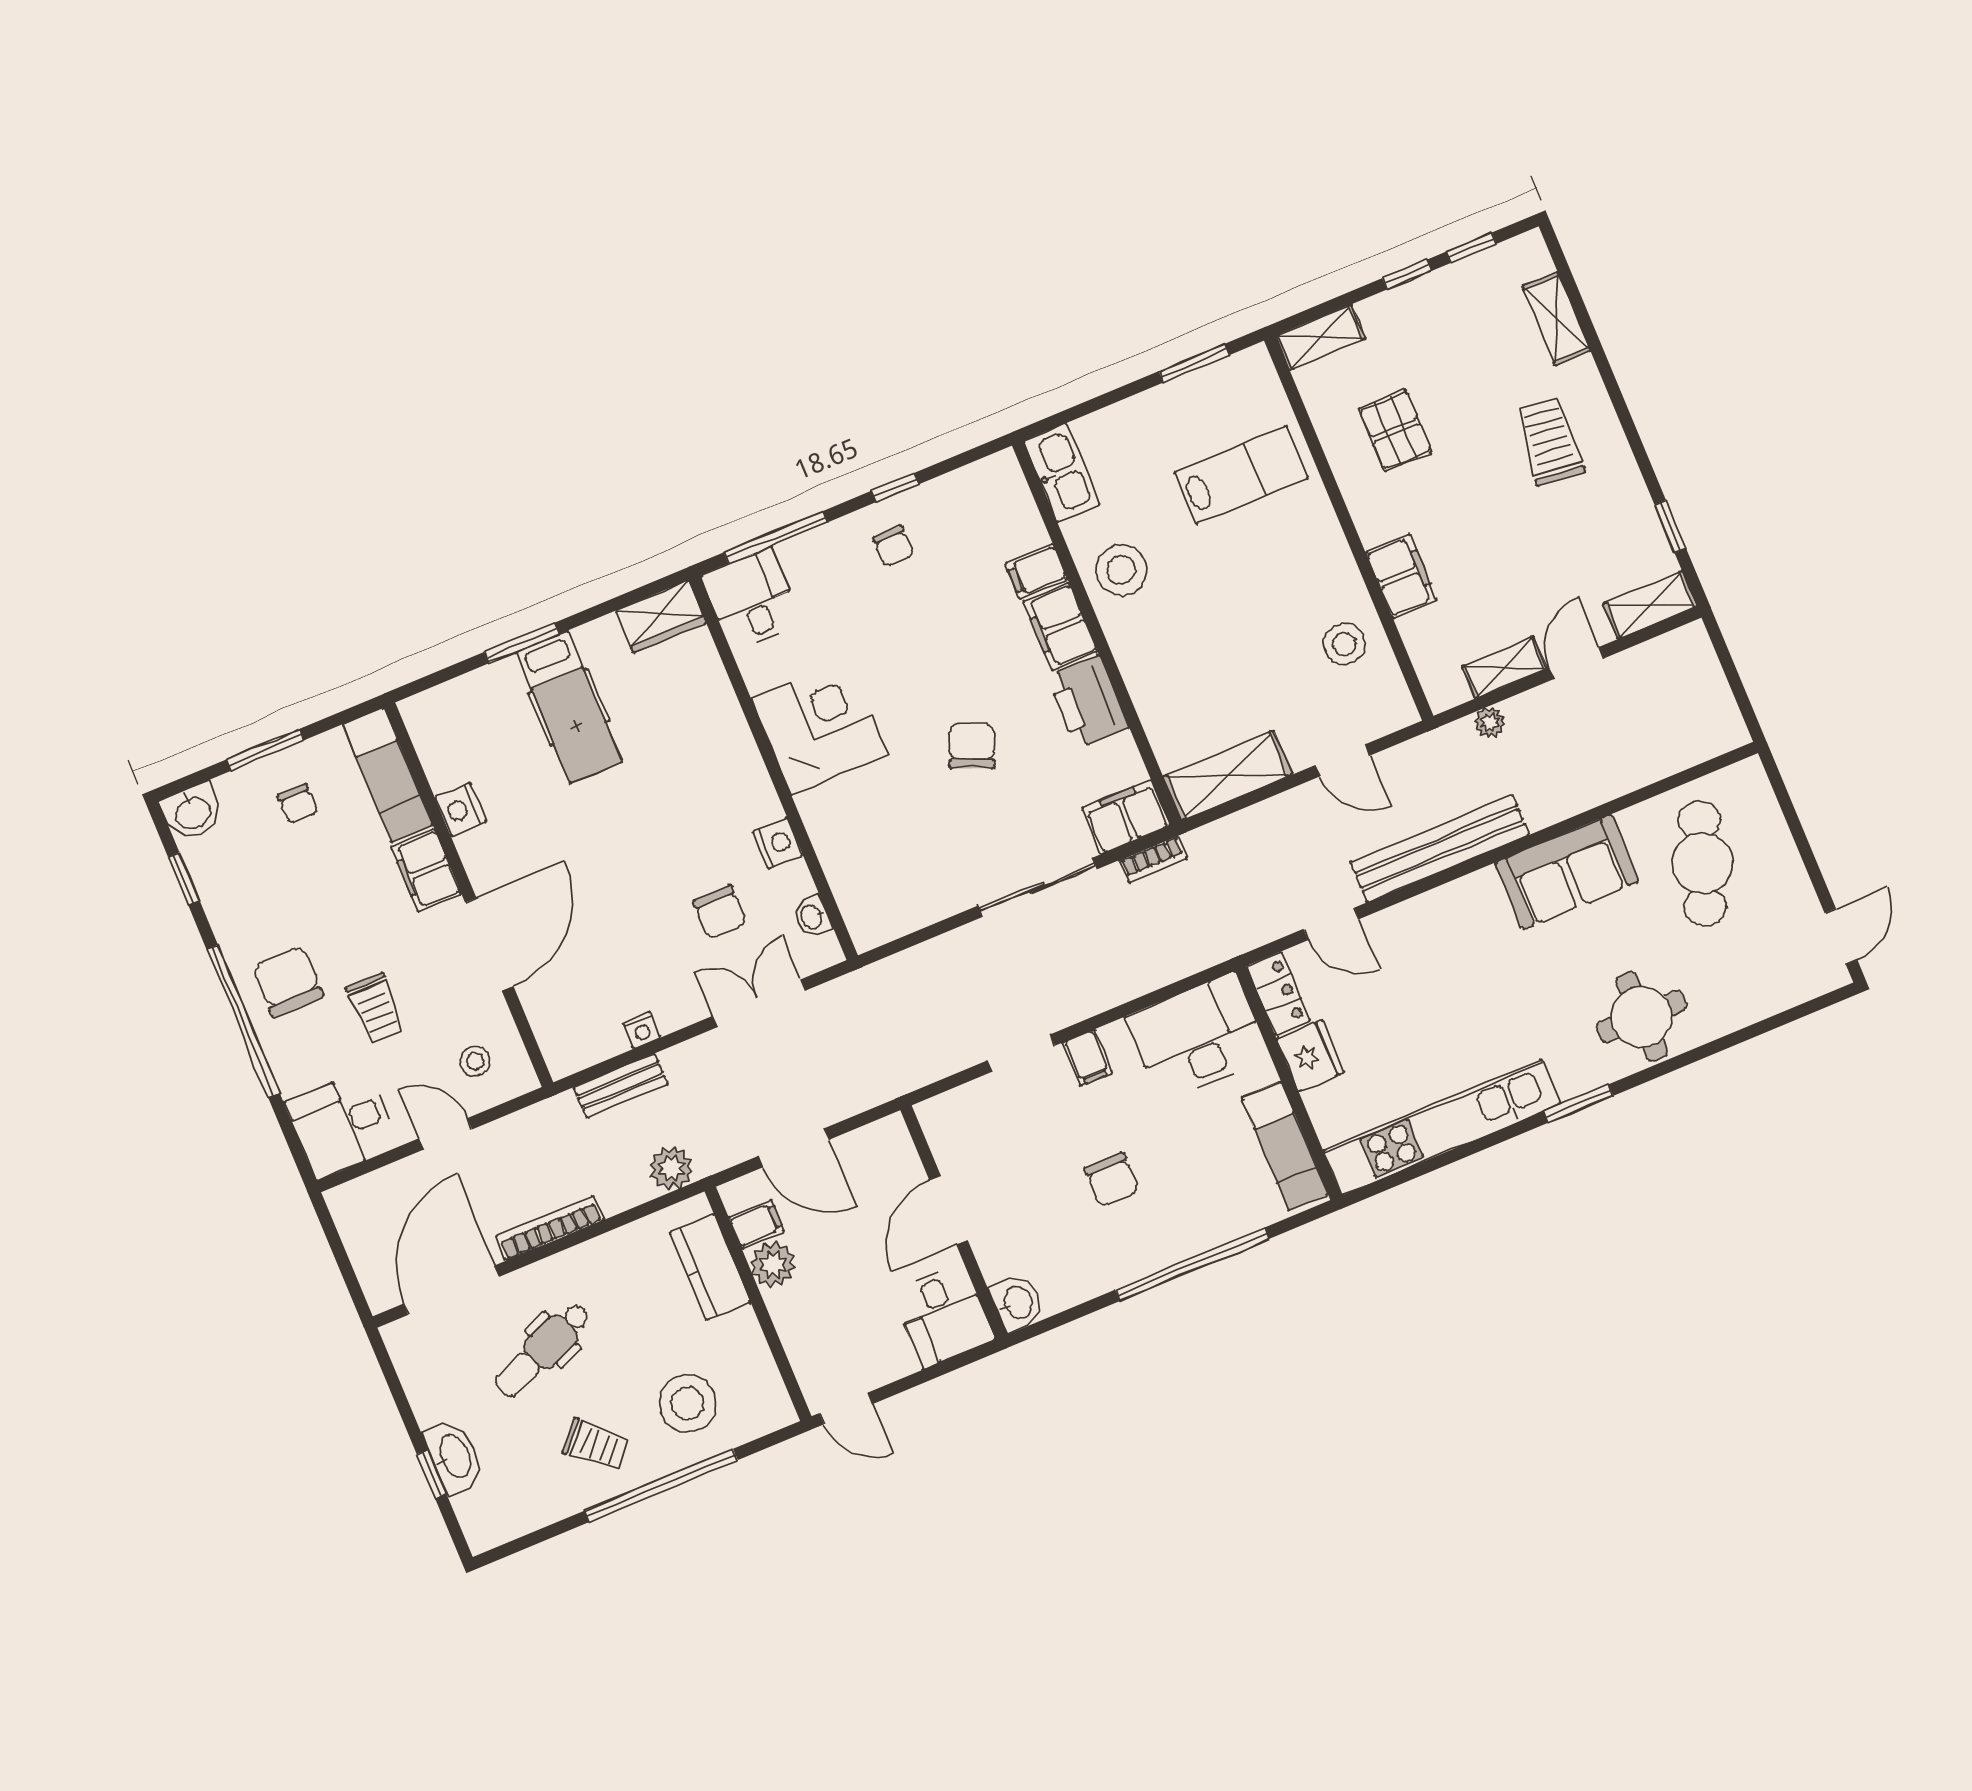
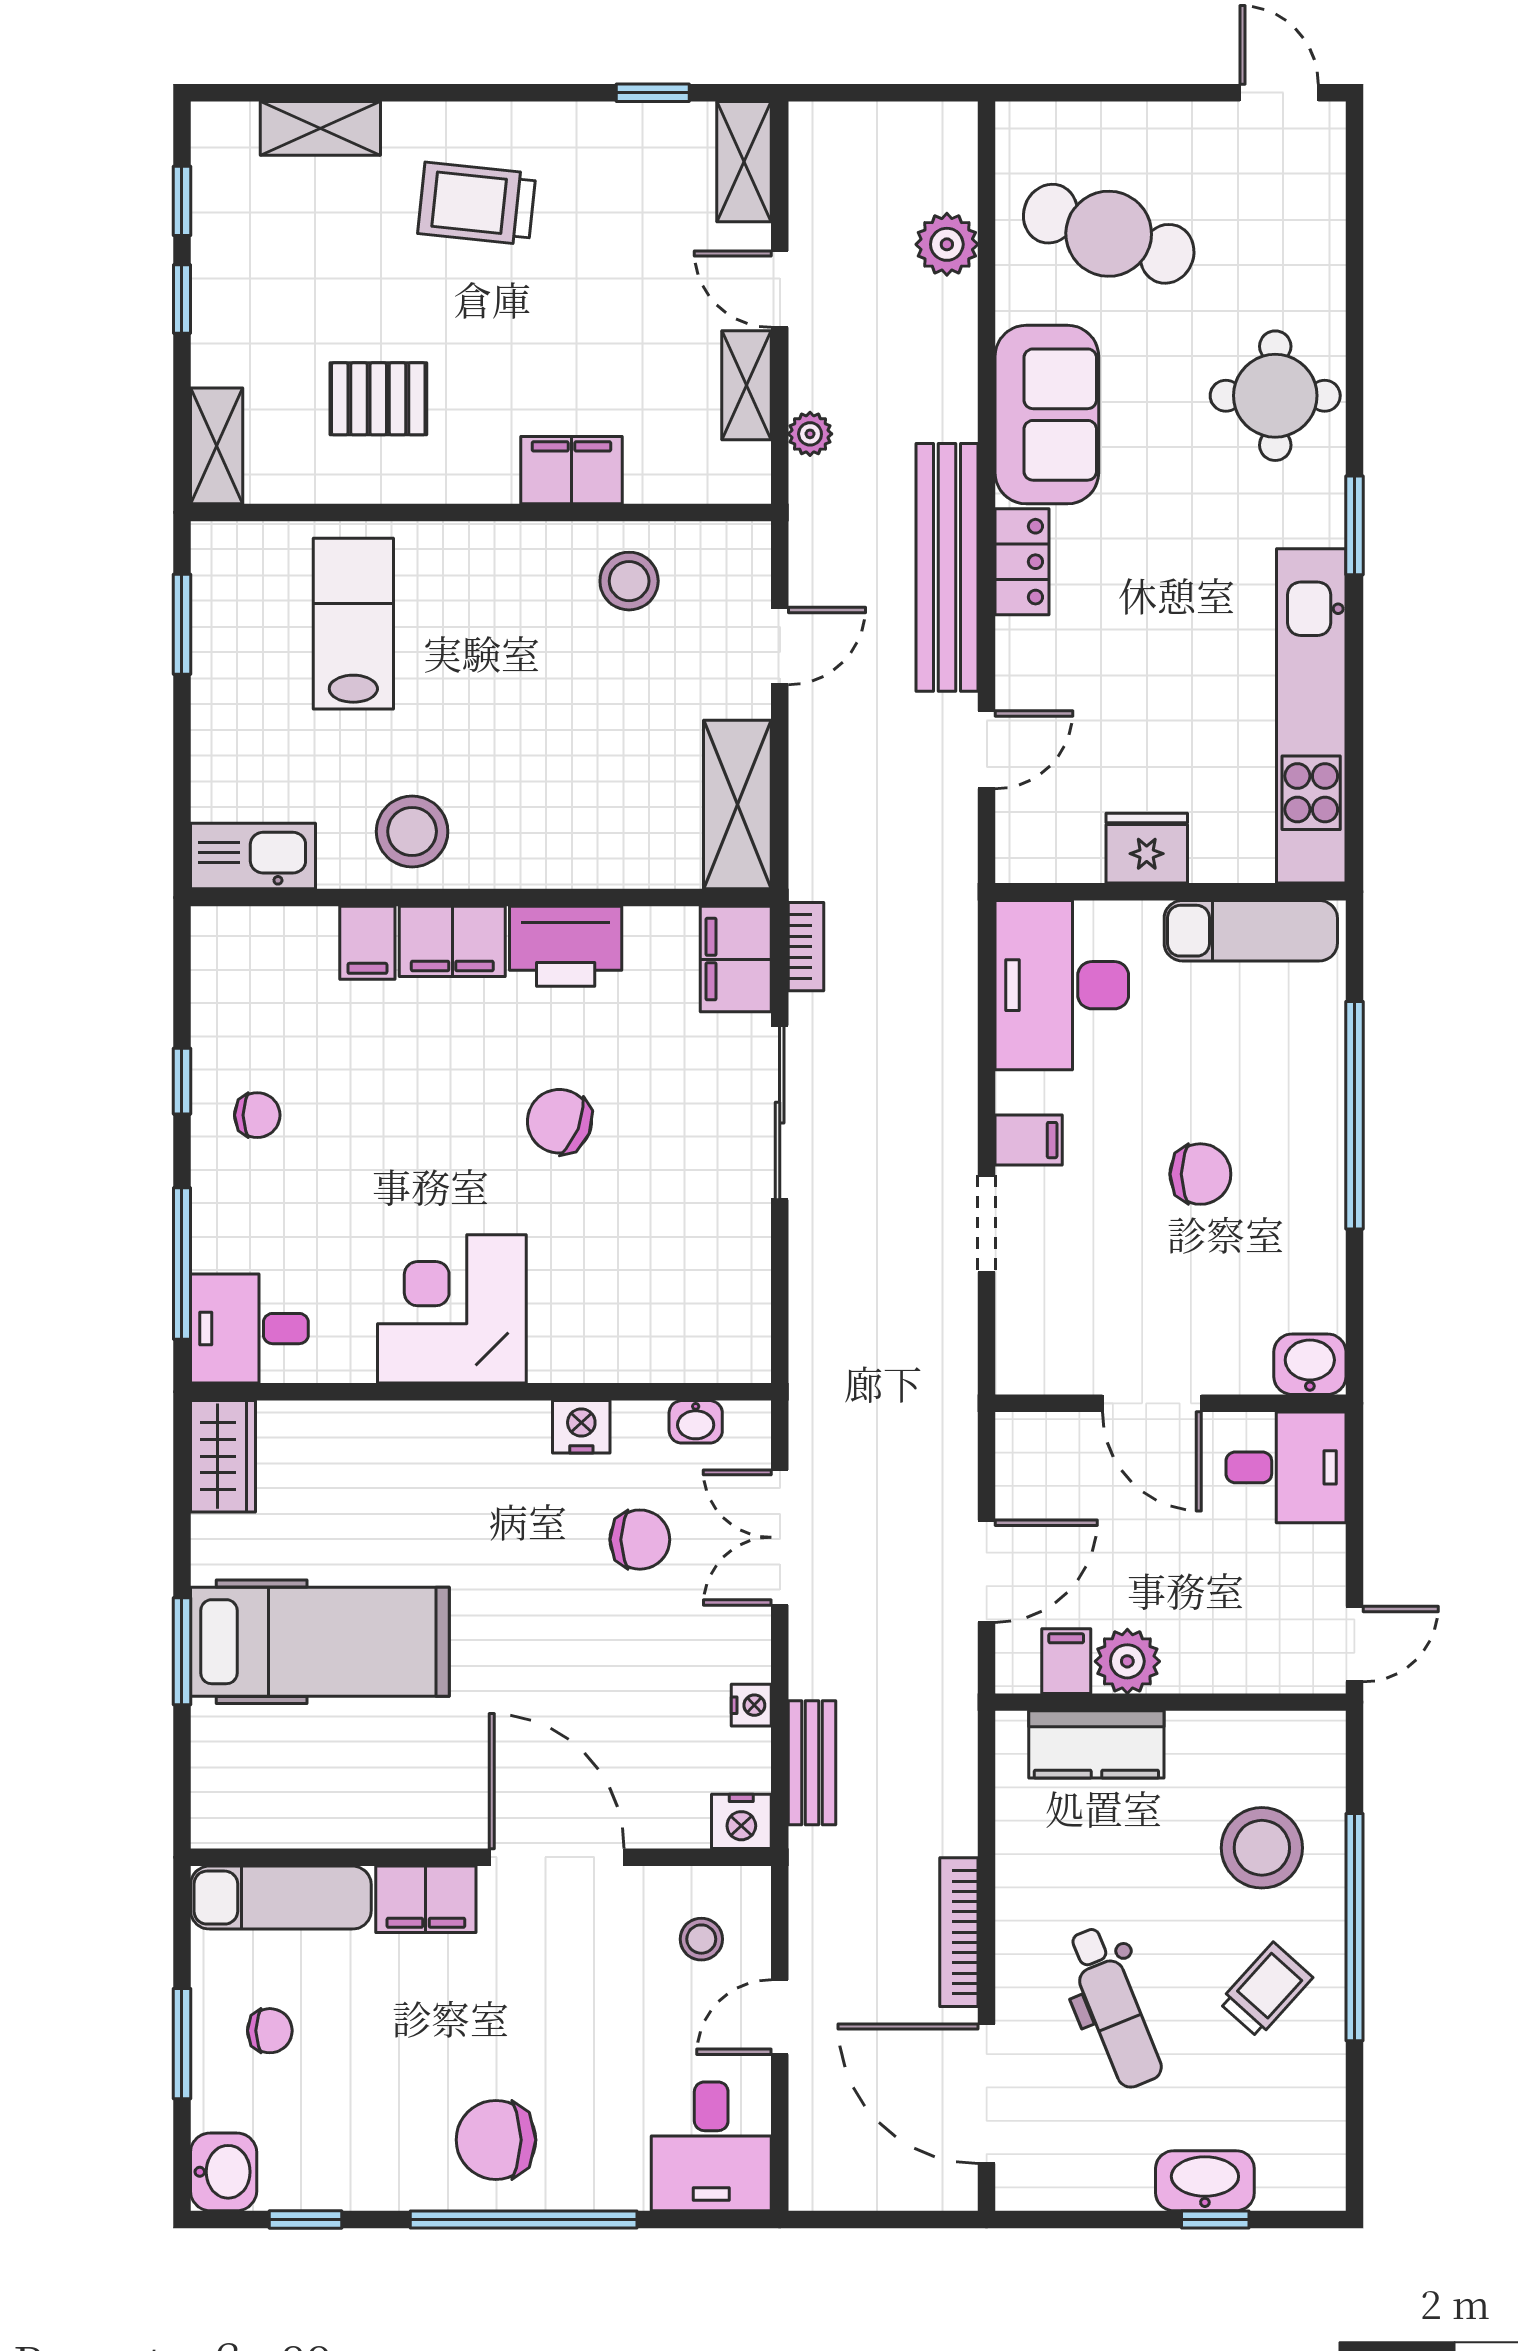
hospital bed: (569, 707) -> (320, 1642), width x1.37, depth x1.29
nightstand: (461, 809) -> (741, 1821), moved
locker: (1278, 993) -> (1022, 562), moved, turned 90
trolley: (376, 1008) -> (579, 2040), removed
plant: (671, 1168) -> (947, 244), moved

